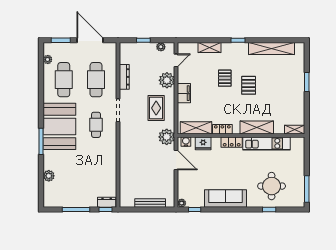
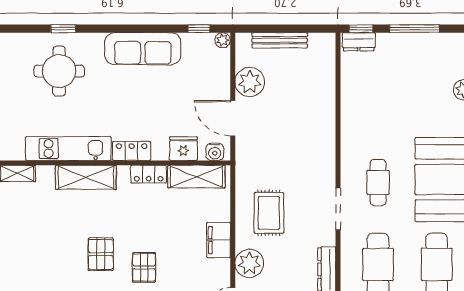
plant: (167, 137) -> (250, 82), moved

